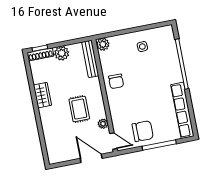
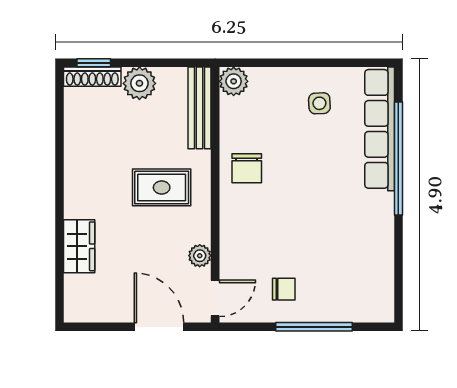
wardrobe: (42, 95) -> (79, 246), moved
rug: (79, 109) -> (162, 187), moved, turned 90
row of seats: (182, 110) -> (380, 129), moved
chair: (143, 131) -> (284, 289), width x0.54, depth x0.54
door: (113, 141) -> (215, 298), hinge flipped

